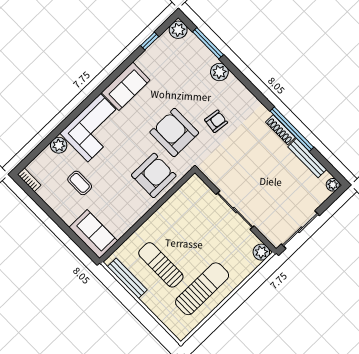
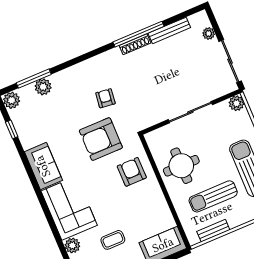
plant: (219, 72) -> (43, 87), moved
armchair: (154, 175) -> (132, 172), width x0.73, depth x0.73
plant: (333, 185) -> (209, 34), moved
round table: (179, 222) -> (181, 166), added
bench: (127, 278) -> (213, 231), width x0.73

